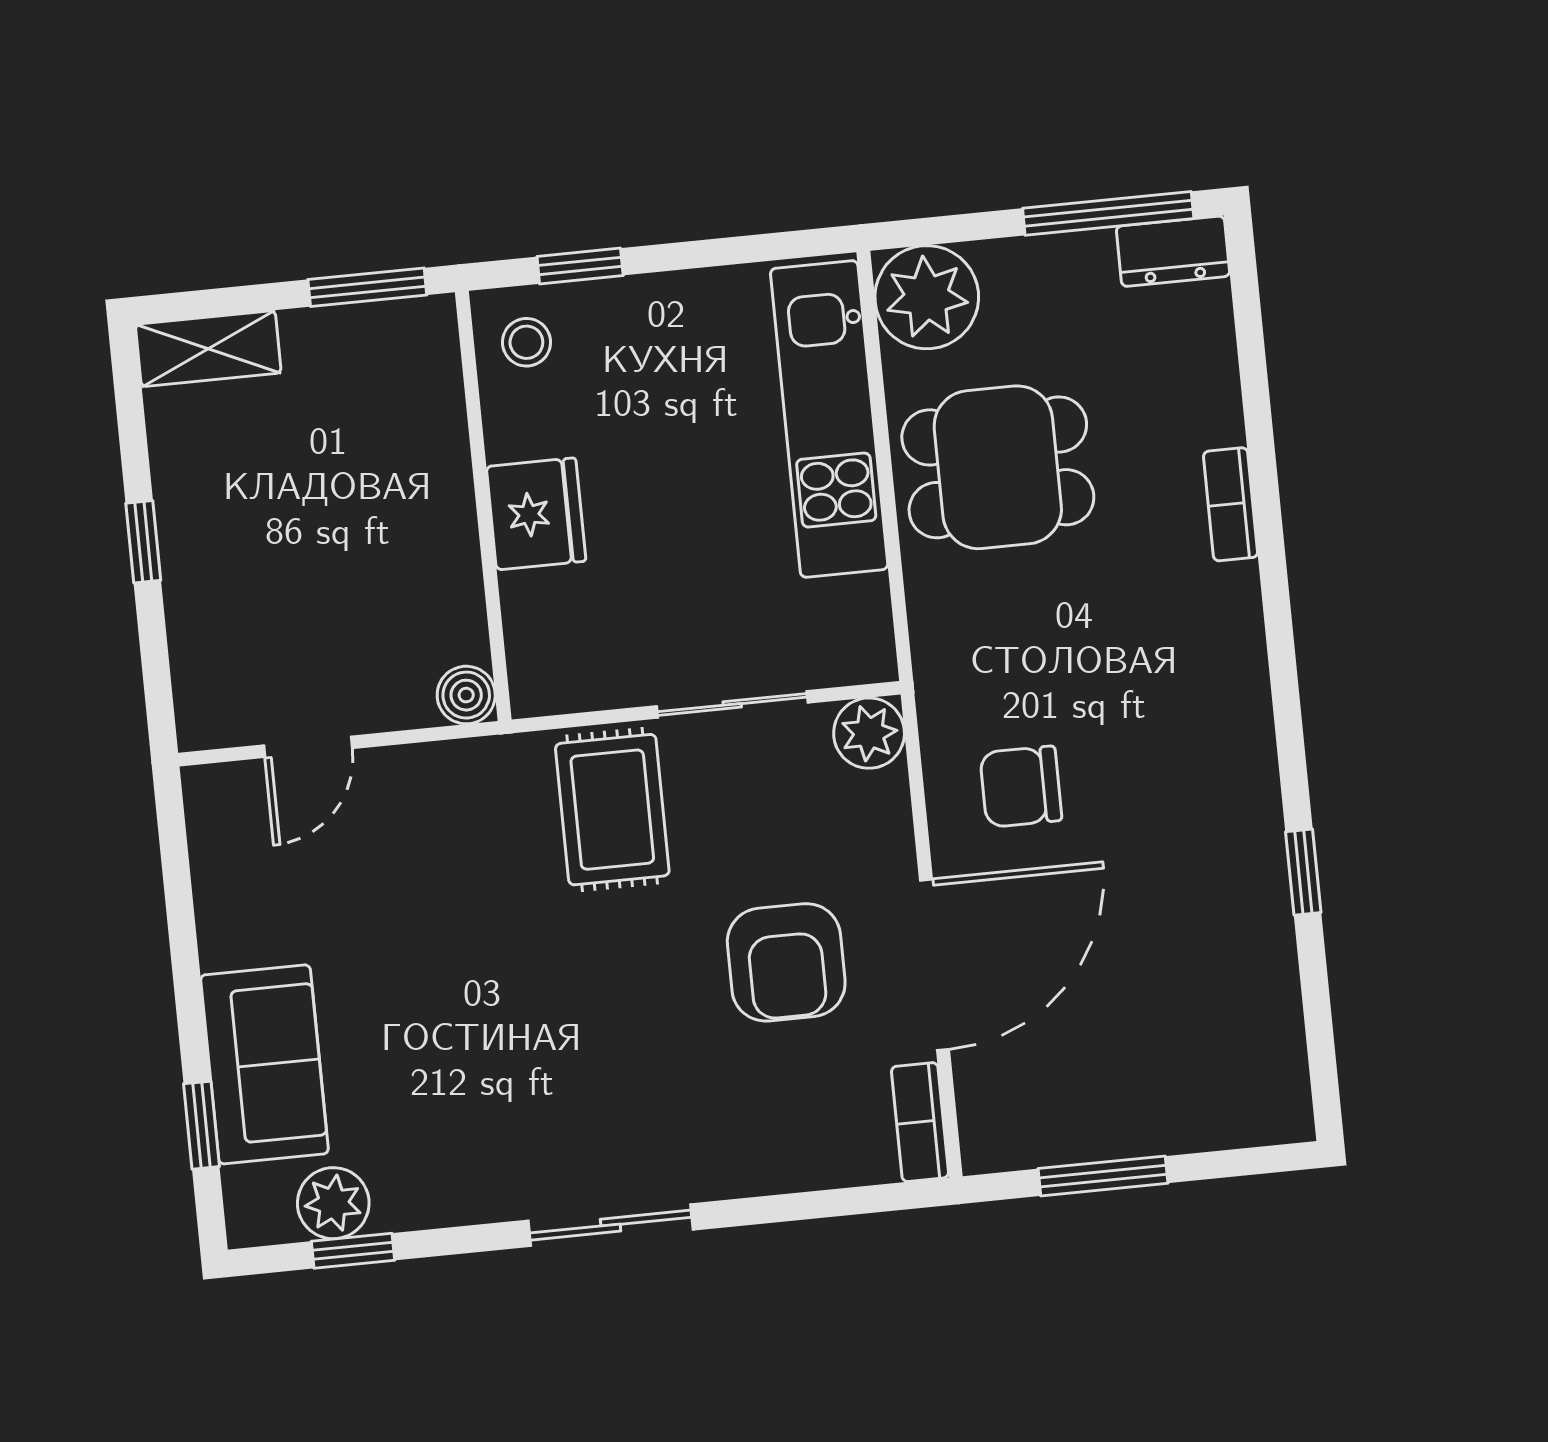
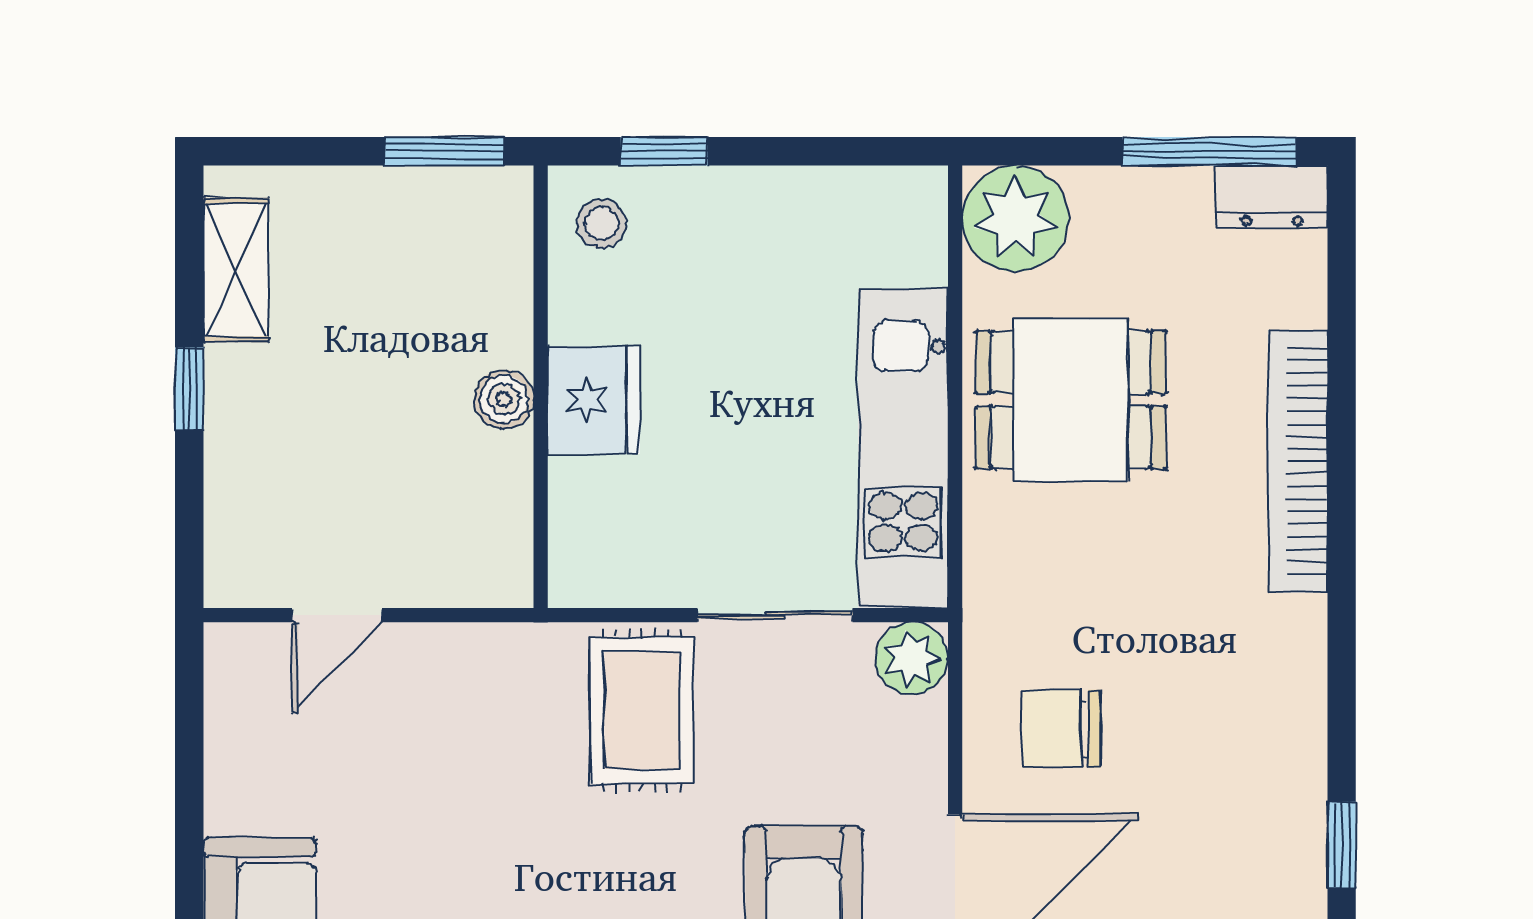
shelving: (208, 349) -> (236, 270), moved, turned 90
kitchen unit: (829, 419) -> (903, 448), moved
bookcase: (1231, 504) -> (1298, 461), width x2.31, depth x1.31
boiler: (466, 695) -> (504, 399), moved

